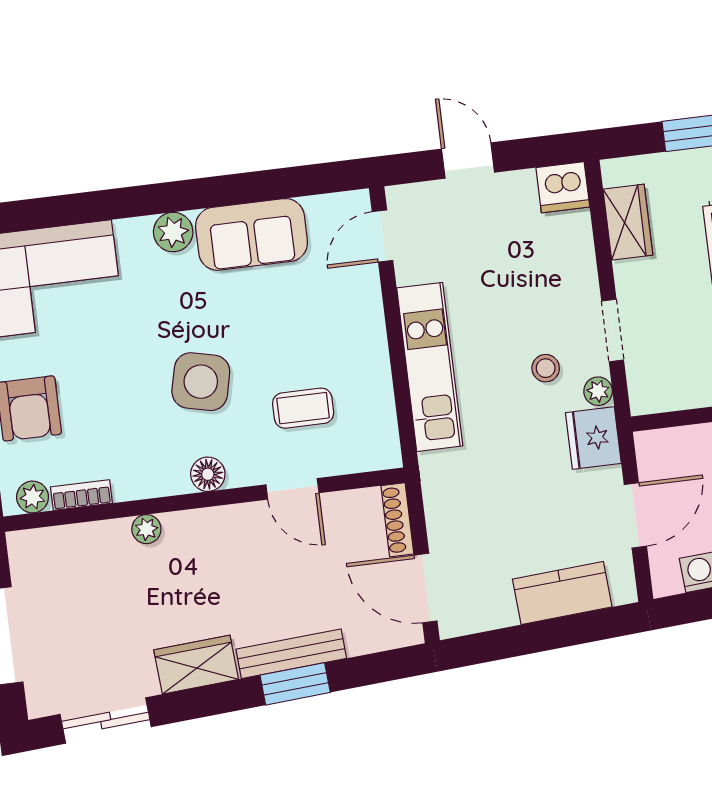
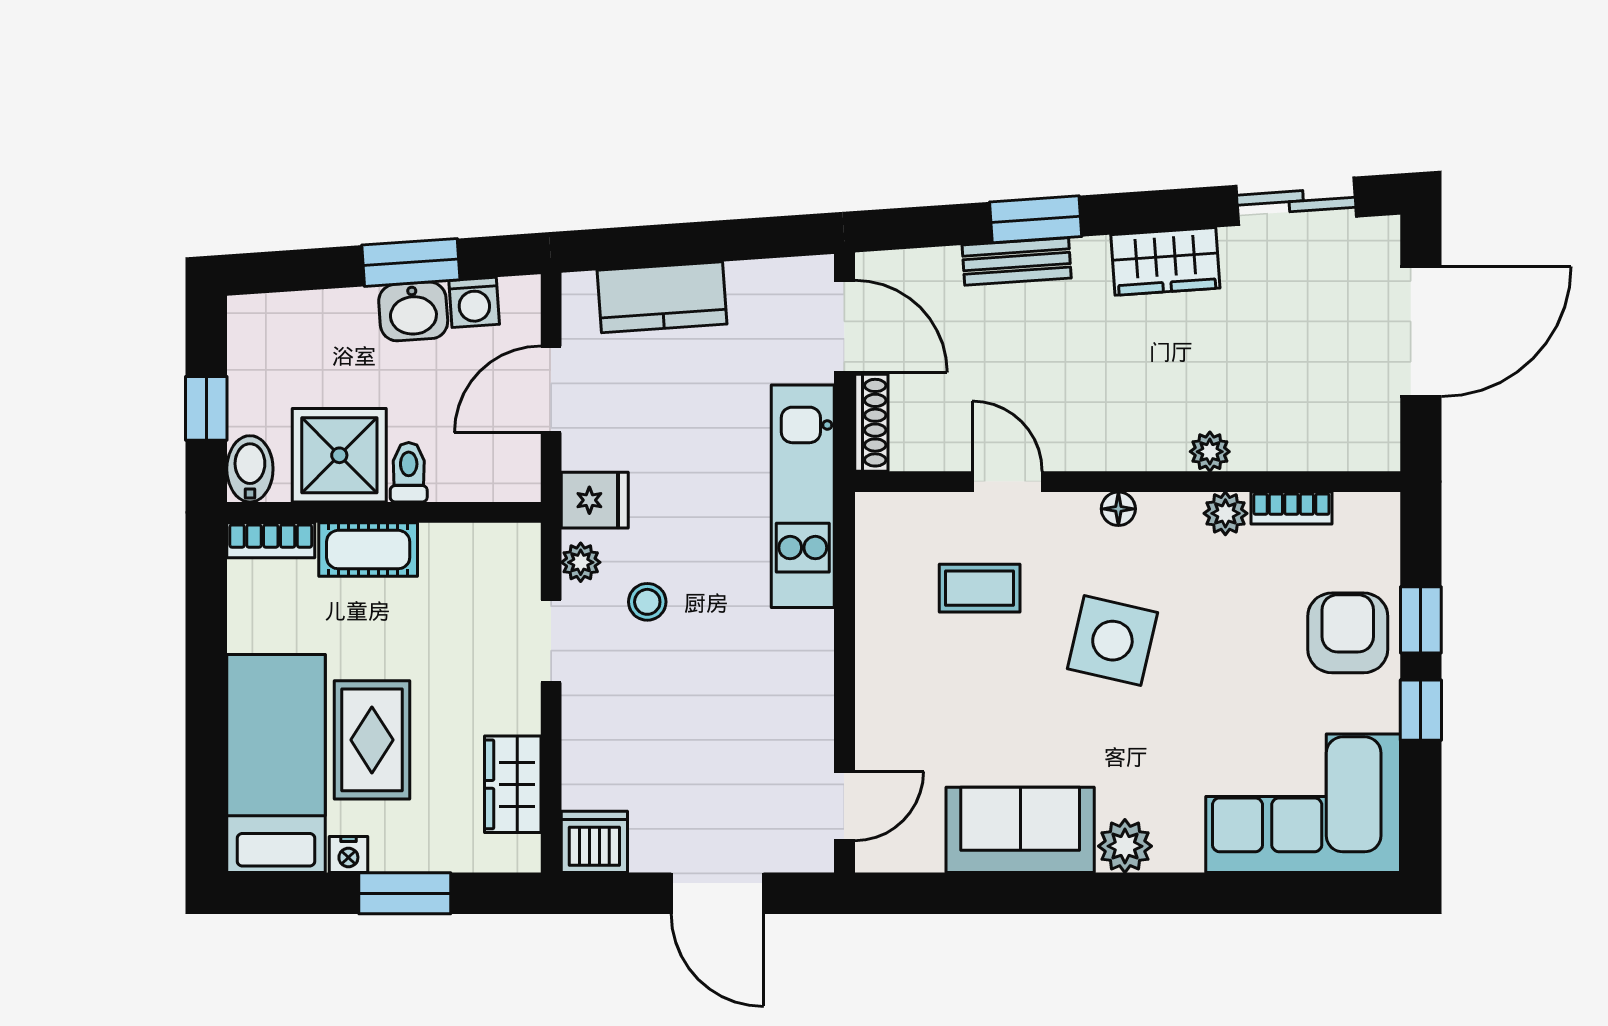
door: (468, 161) -> (717, 893), width x1.37
kitchen unit: (430, 367) -> (803, 496), moved
fridge: (593, 438) -> (595, 500), width x0.72
floor lamp: (208, 474) -> (1118, 509), width x0.73, depth x0.73
plant: (33, 497) -> (1225, 513), moved
bench: (291, 654) -> (1017, 262), width x0.73

